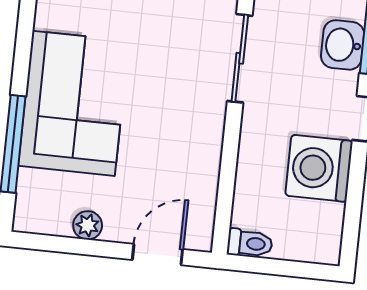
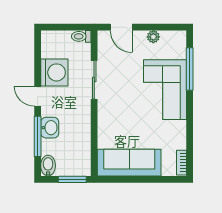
sliding door: (240, 58) -> (94, 80), moved
door: (157, 254) -> (121, 27), hinge flipped

